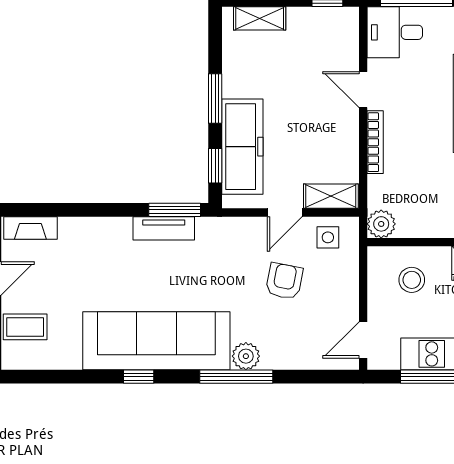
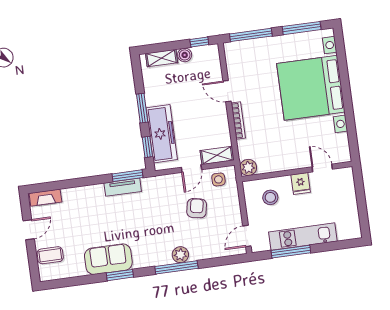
boiler: (300, 18) -> (185, 55), added
desk: (395, 32) -> (241, 55), removed
sofa: (156, 341) -> (108, 259), width x0.54, depth x0.79
window: (139, 377) -> (120, 275), width x1.50

